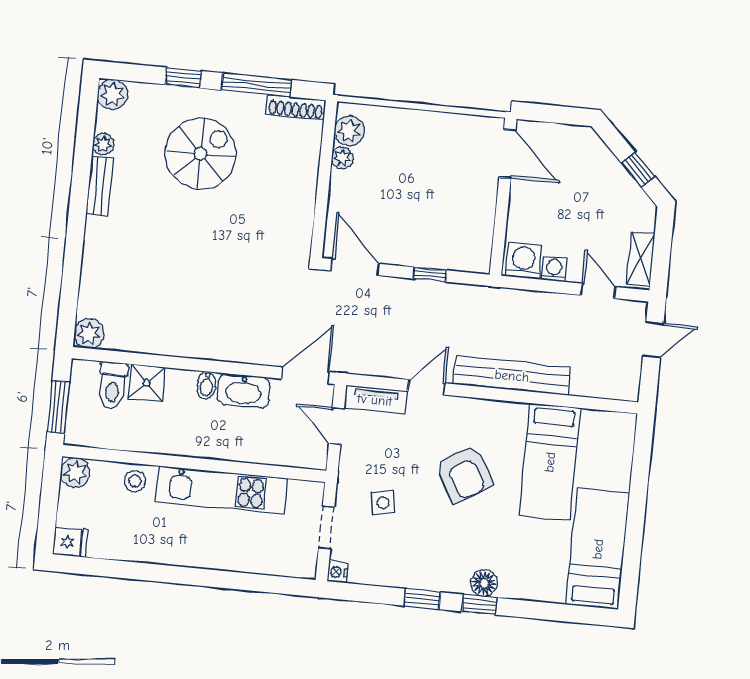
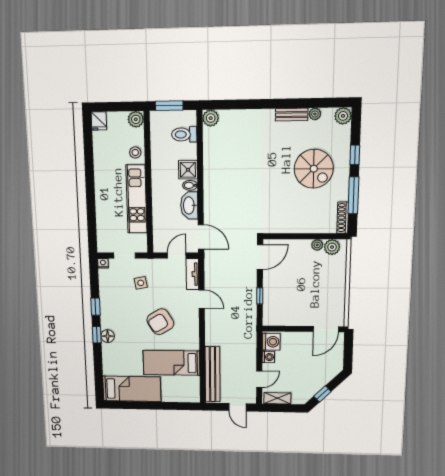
bench: (512, 376) -> (213, 374), moved
shower: (147, 383) -> (188, 170), moved

